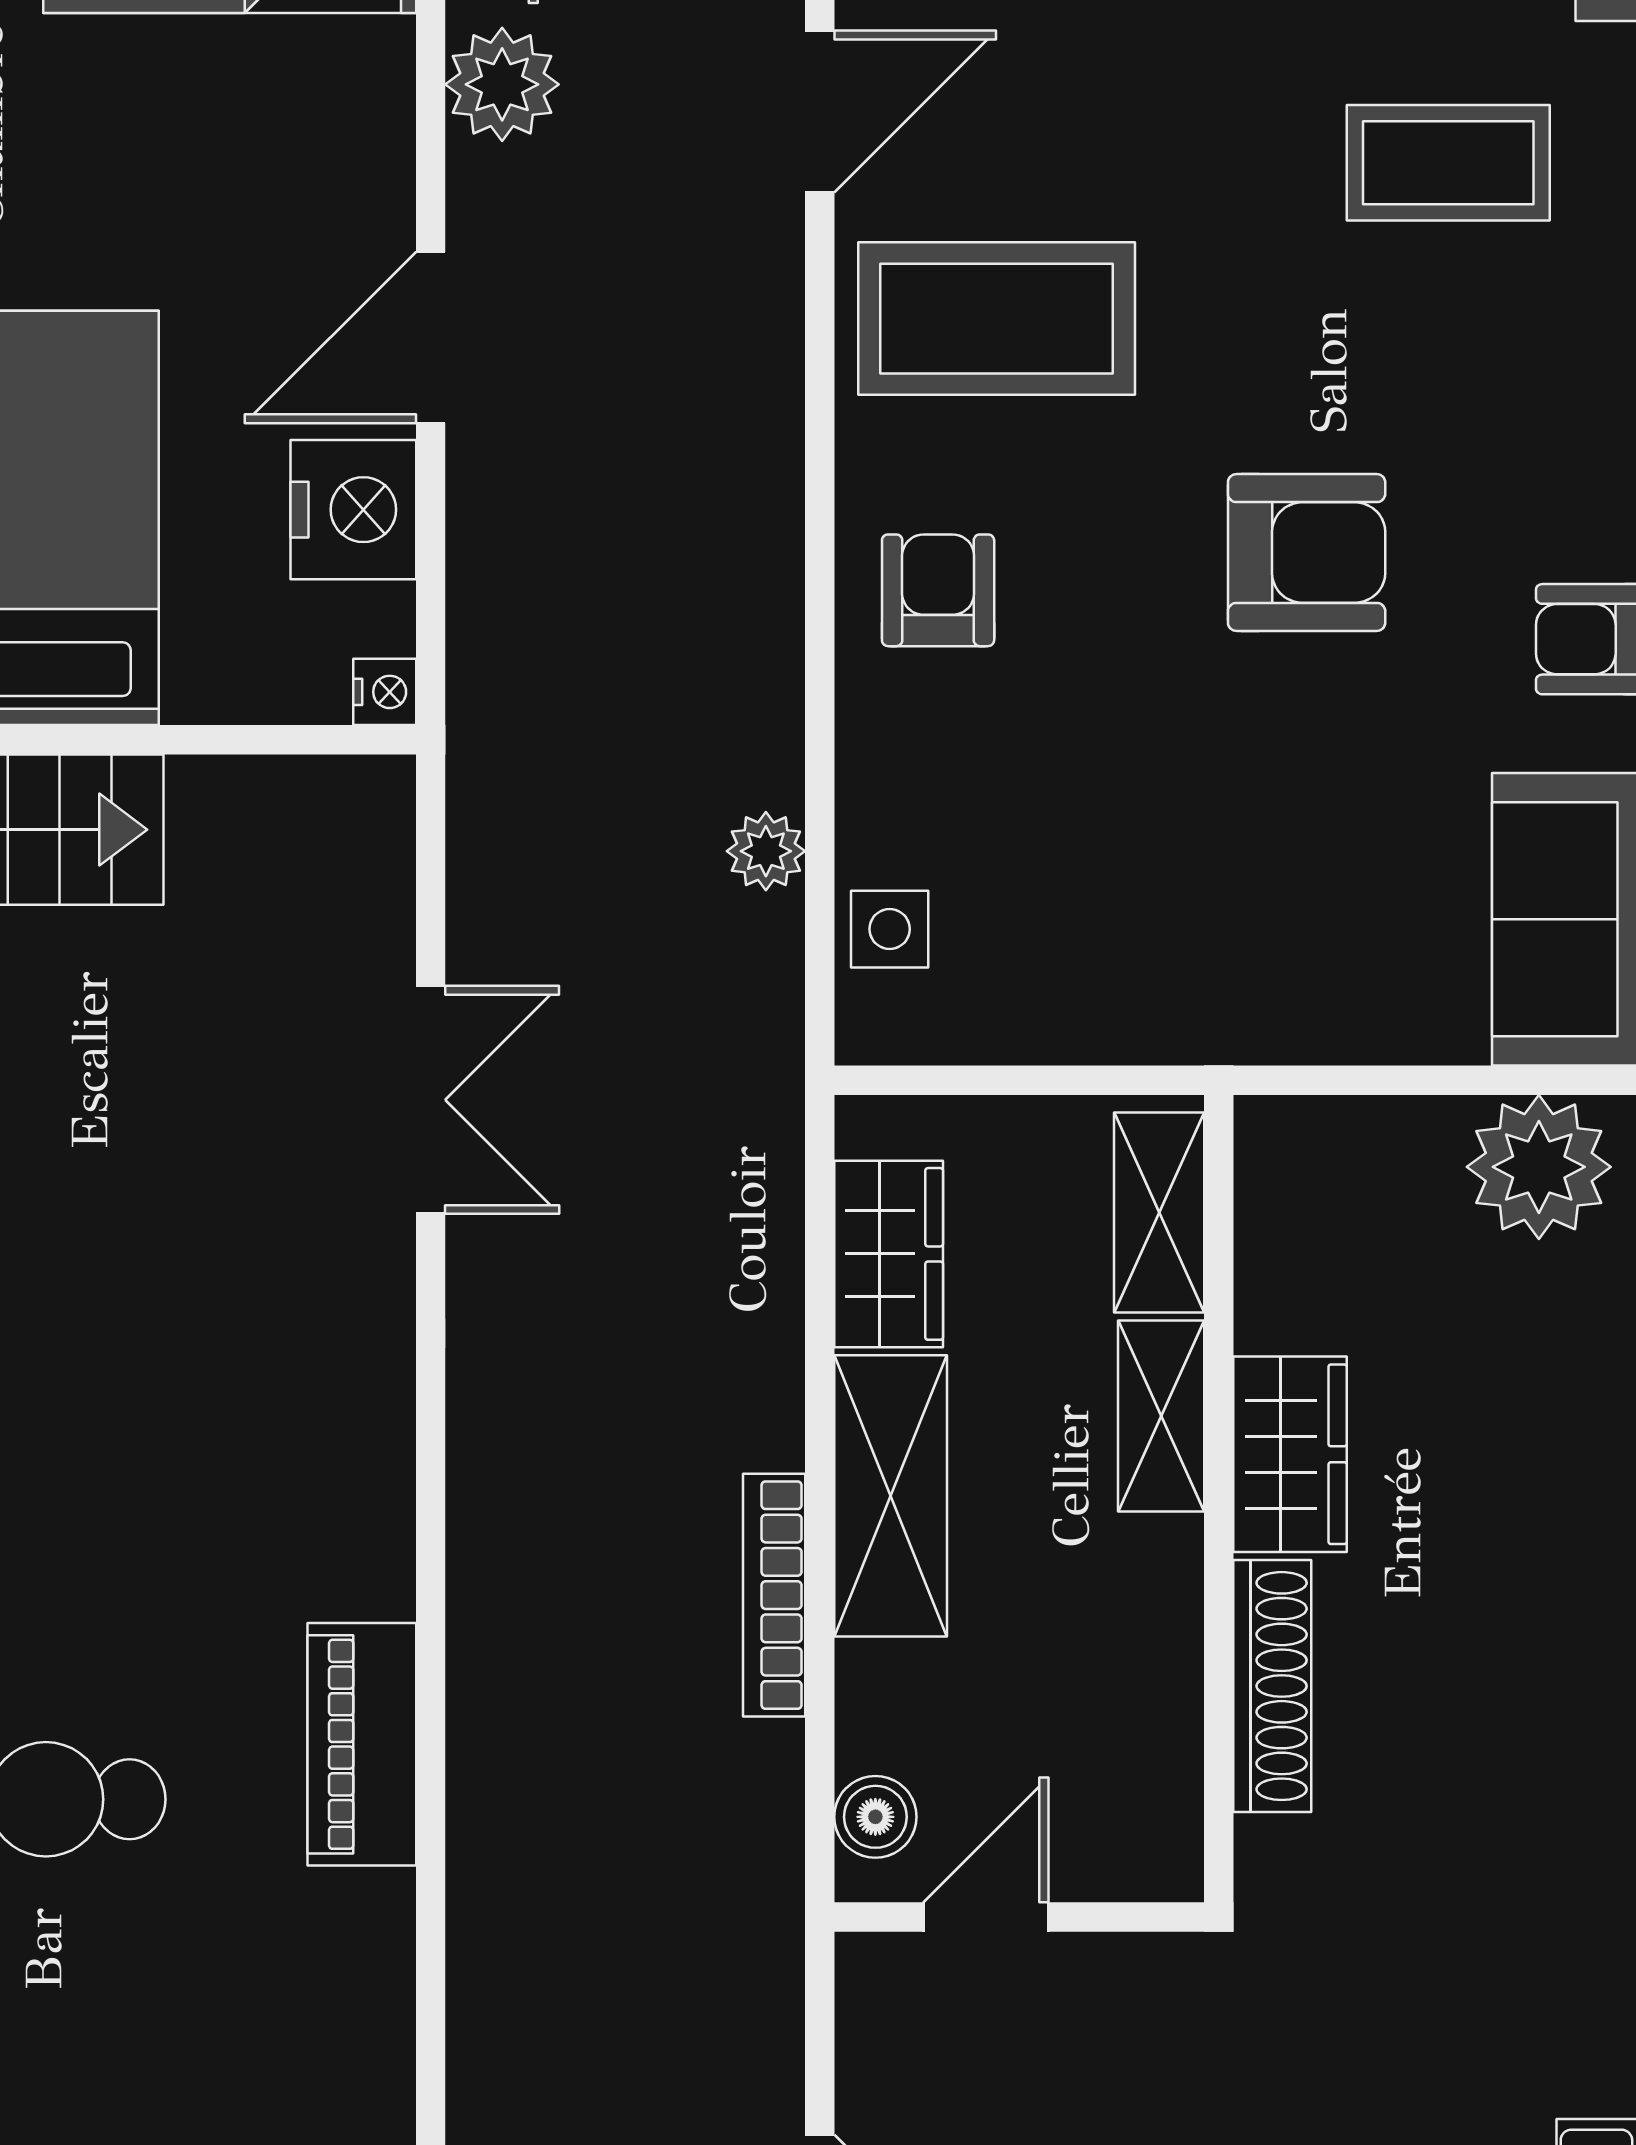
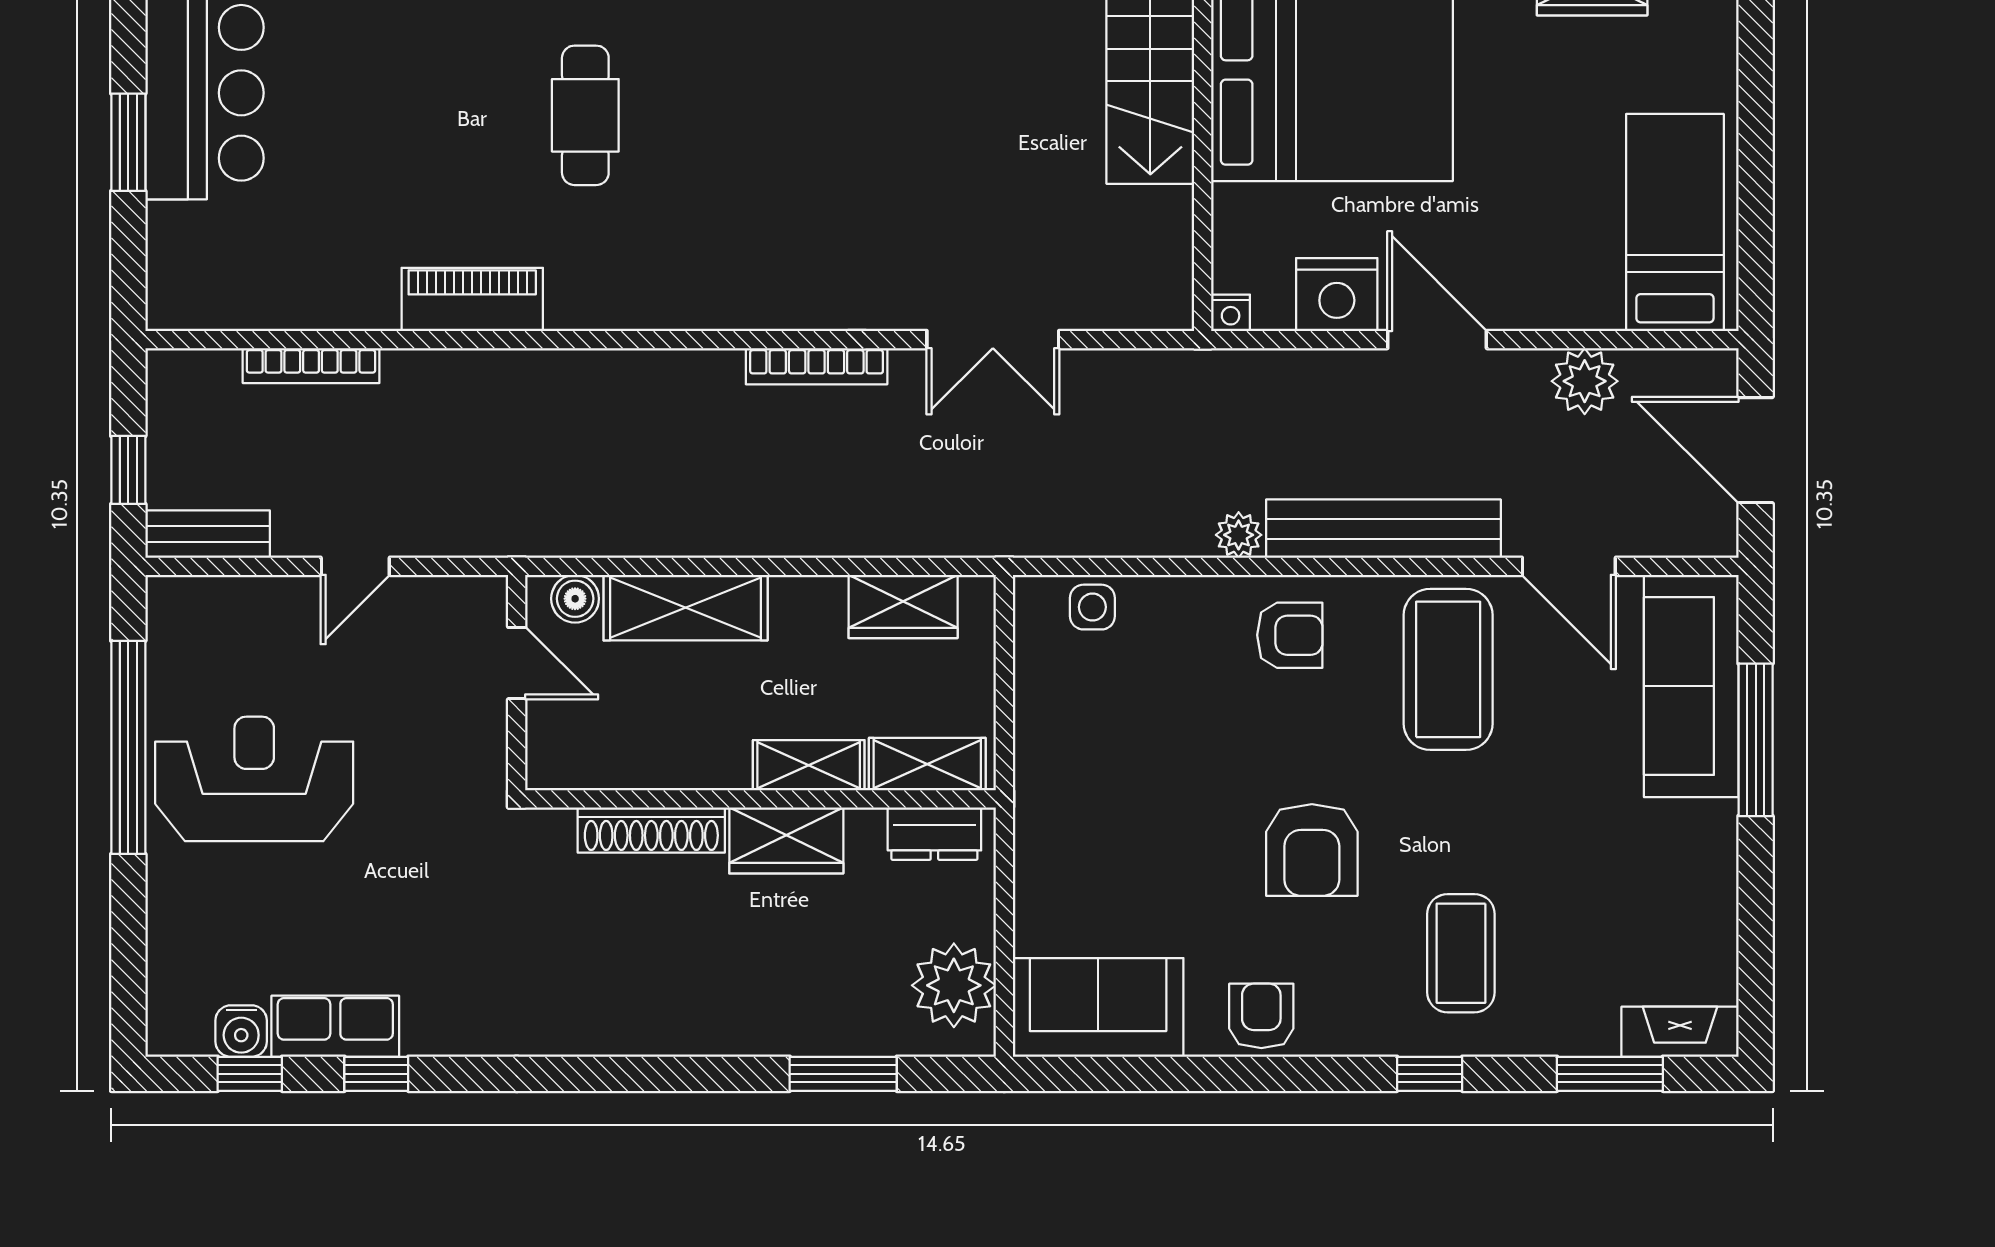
coffee table: (1448, 163) -> (1461, 953), moved
bench: (755, 430) -> (1383, 529), added
plant: (766, 851) -> (1239, 535), moved
dresser: (1278, 1200) -> (934, 834), added
shelving: (891, 1496) -> (686, 608), moved
bookcase: (774, 1595) -> (817, 366), moved, turned 180
piano: (362, 1744) -> (472, 299), moved

